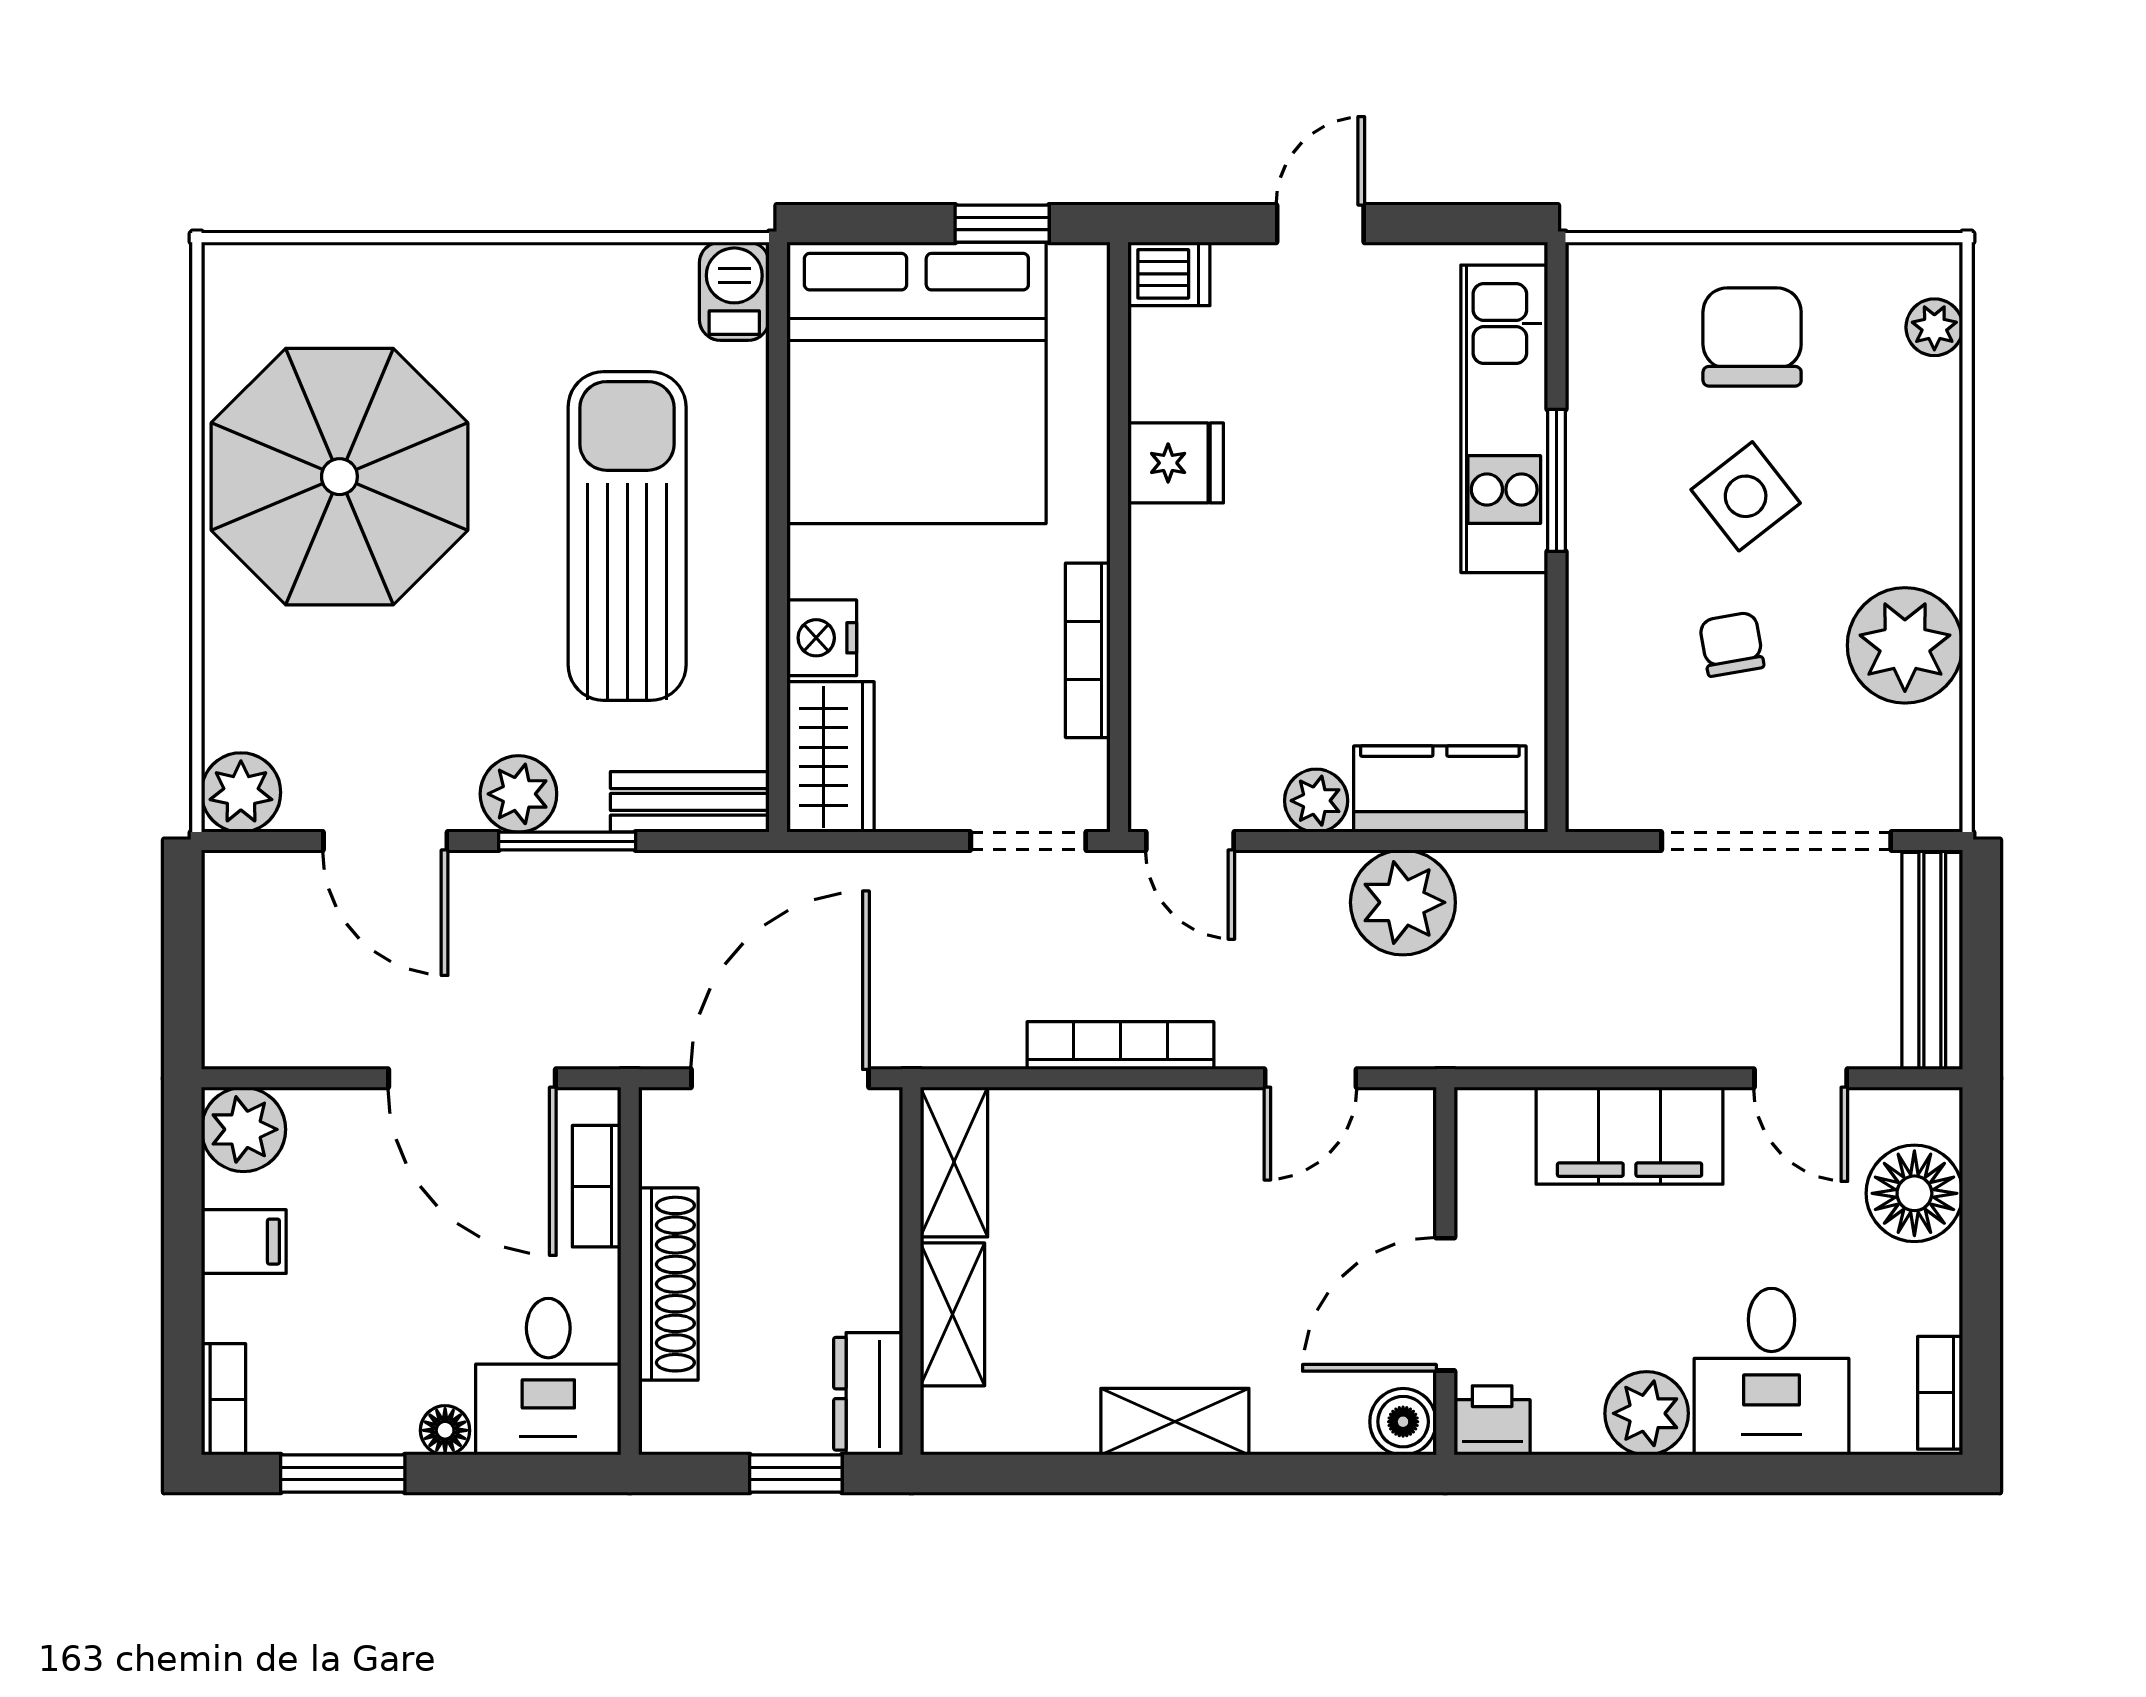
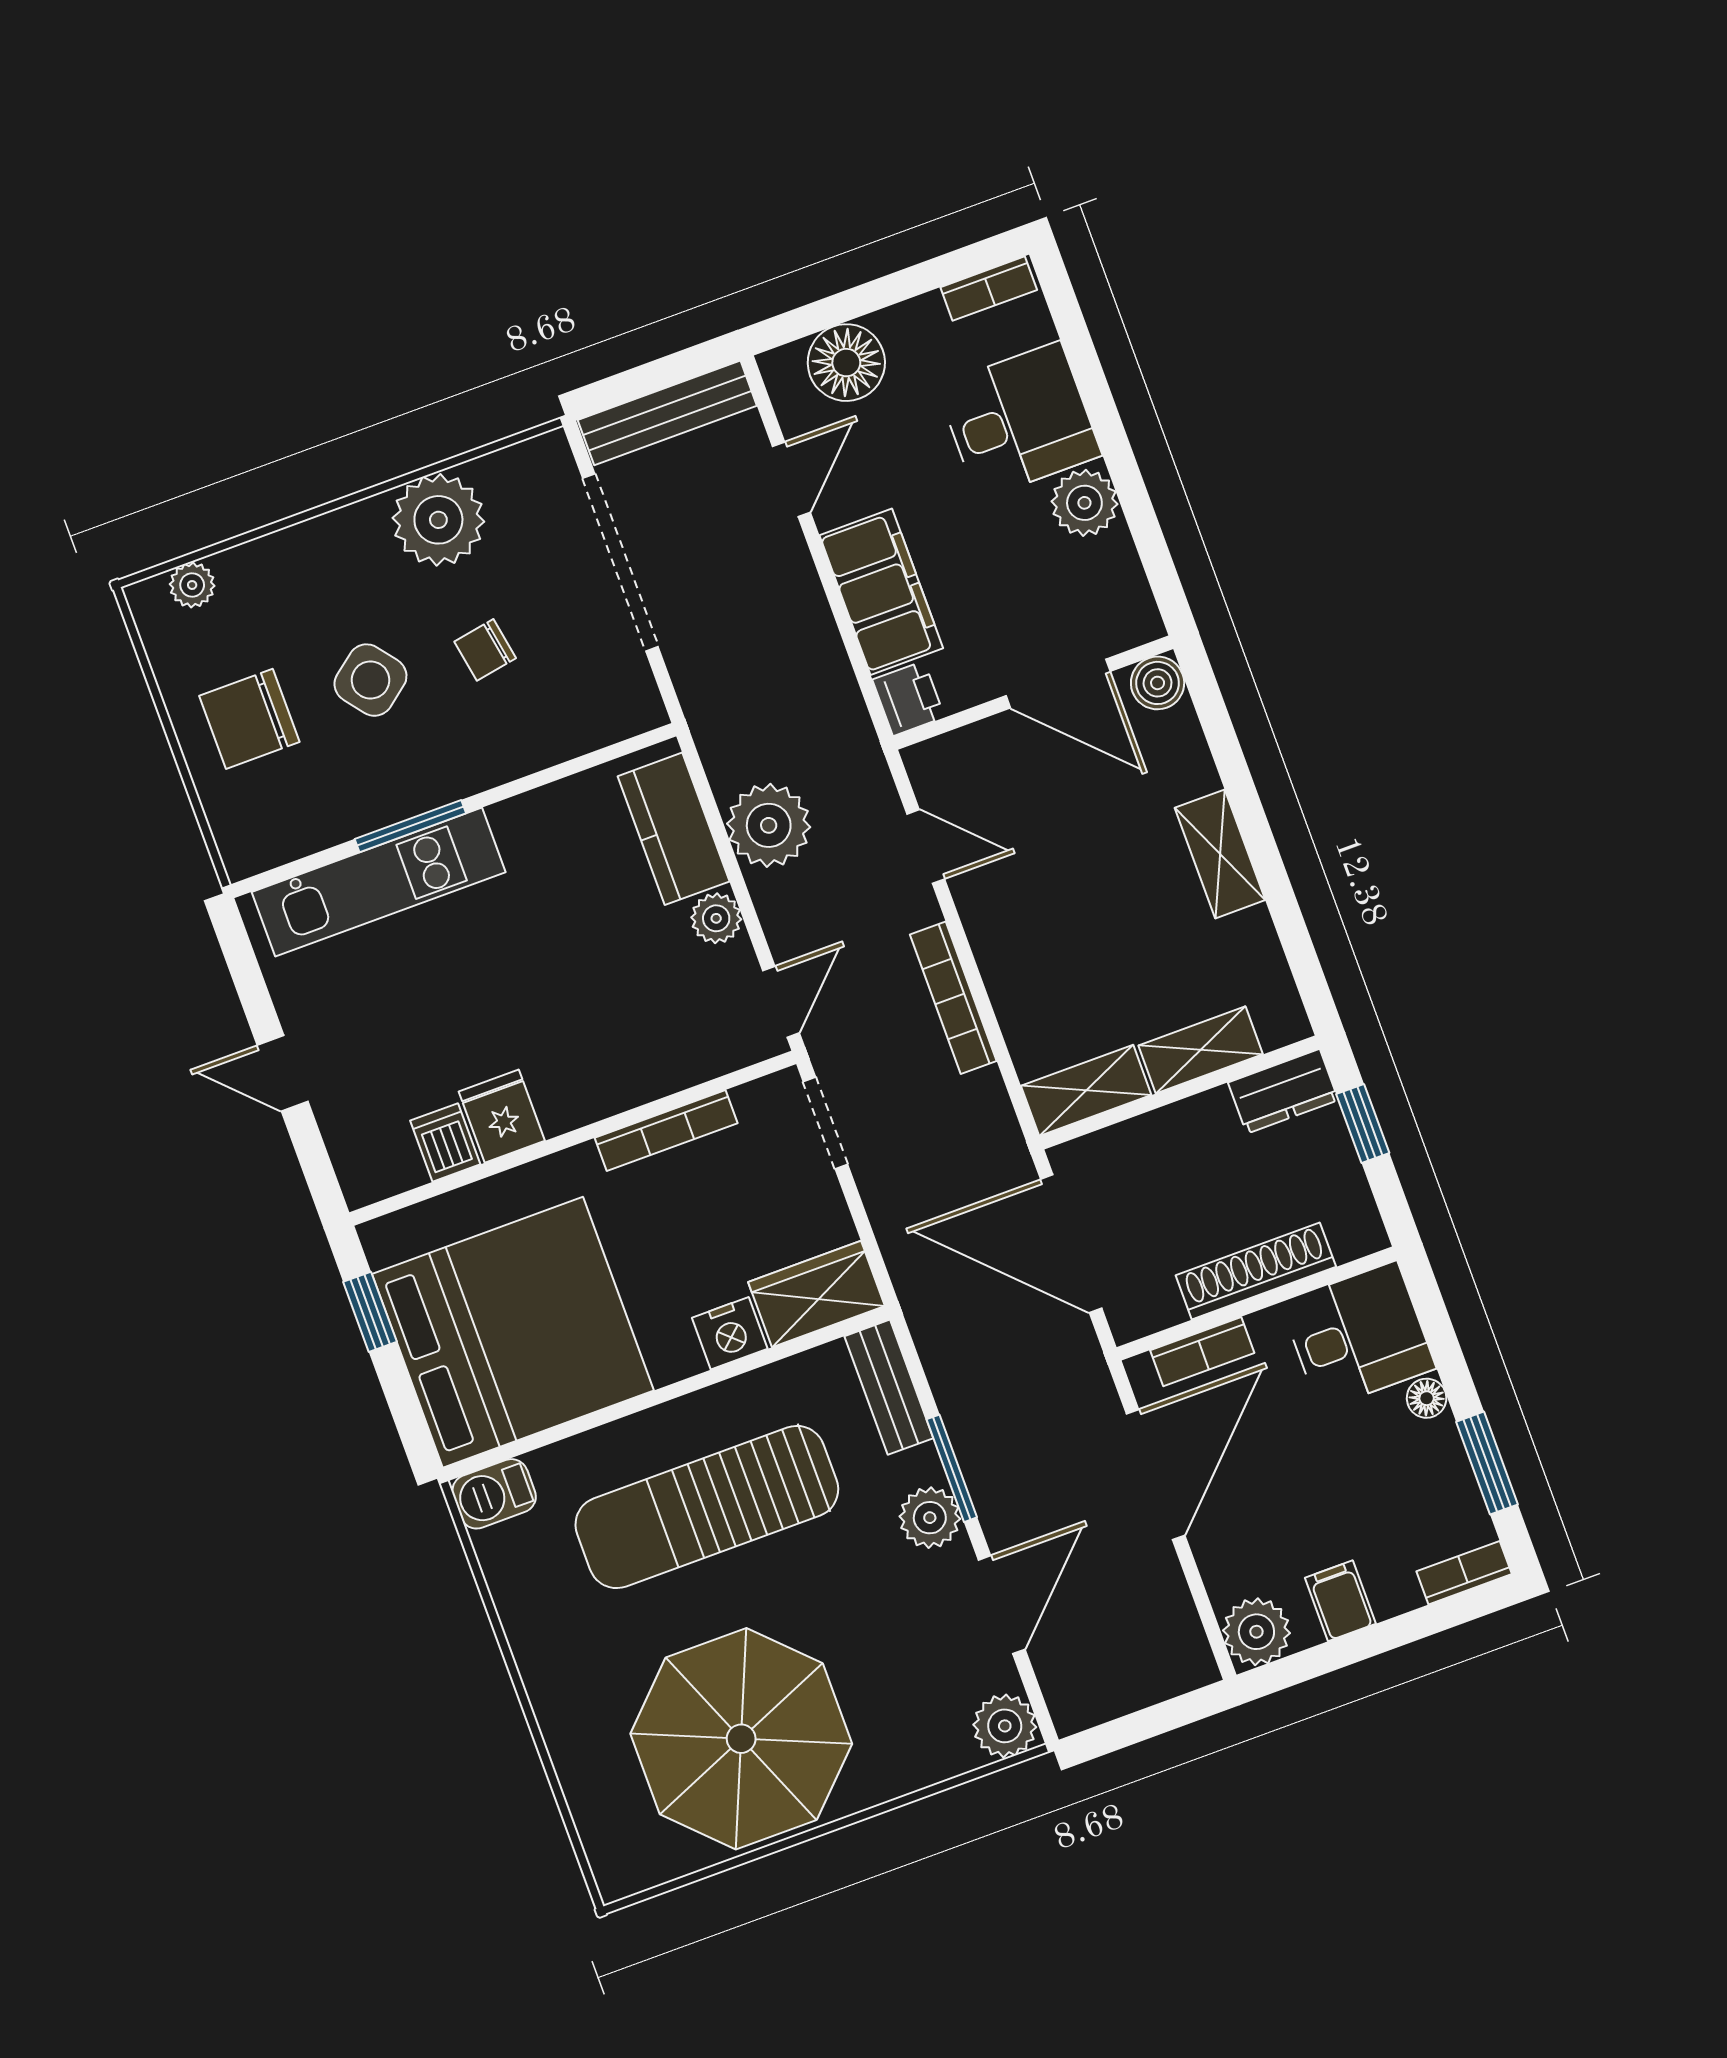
dishwasher: (1169, 274) -> (445, 1142), moved
printer: (1492, 1420) -> (908, 698), moved, turned 180

